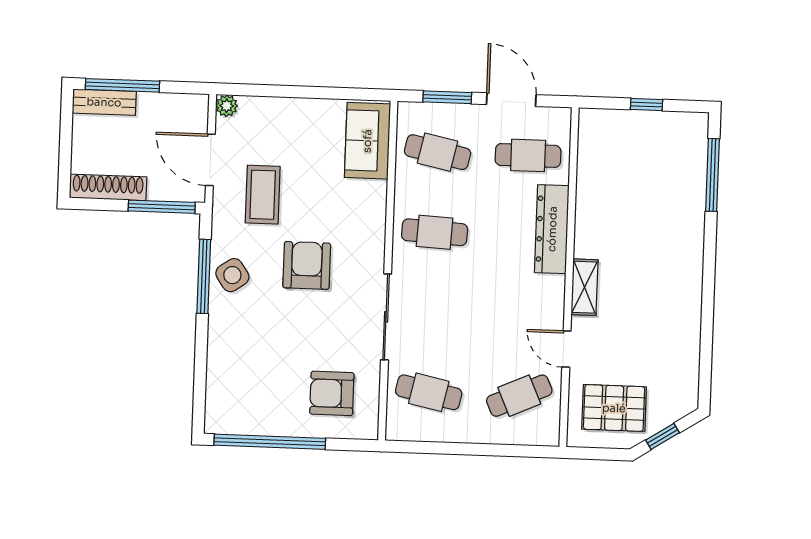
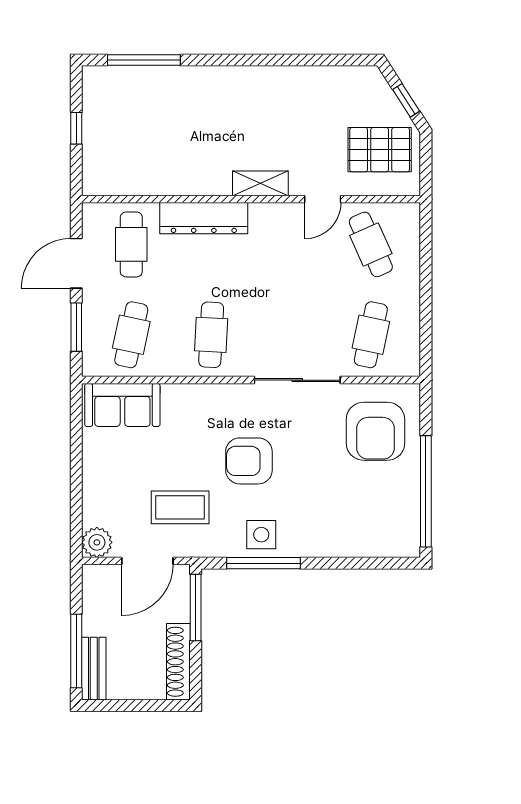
plant: (227, 106) -> (97, 542), width x1.38, depth x1.38
side table: (232, 275) -> (261, 535), turned 34
armchair: (332, 393) -> (375, 431), width x1.36, depth x1.36
pallet: (614, 408) -> (380, 150), turned 90

